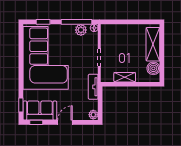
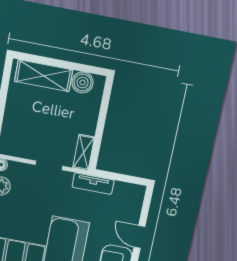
shelving: (125, 77) -> (84, 152), moved
plant: (93, 115) -> (136, 192), removed

